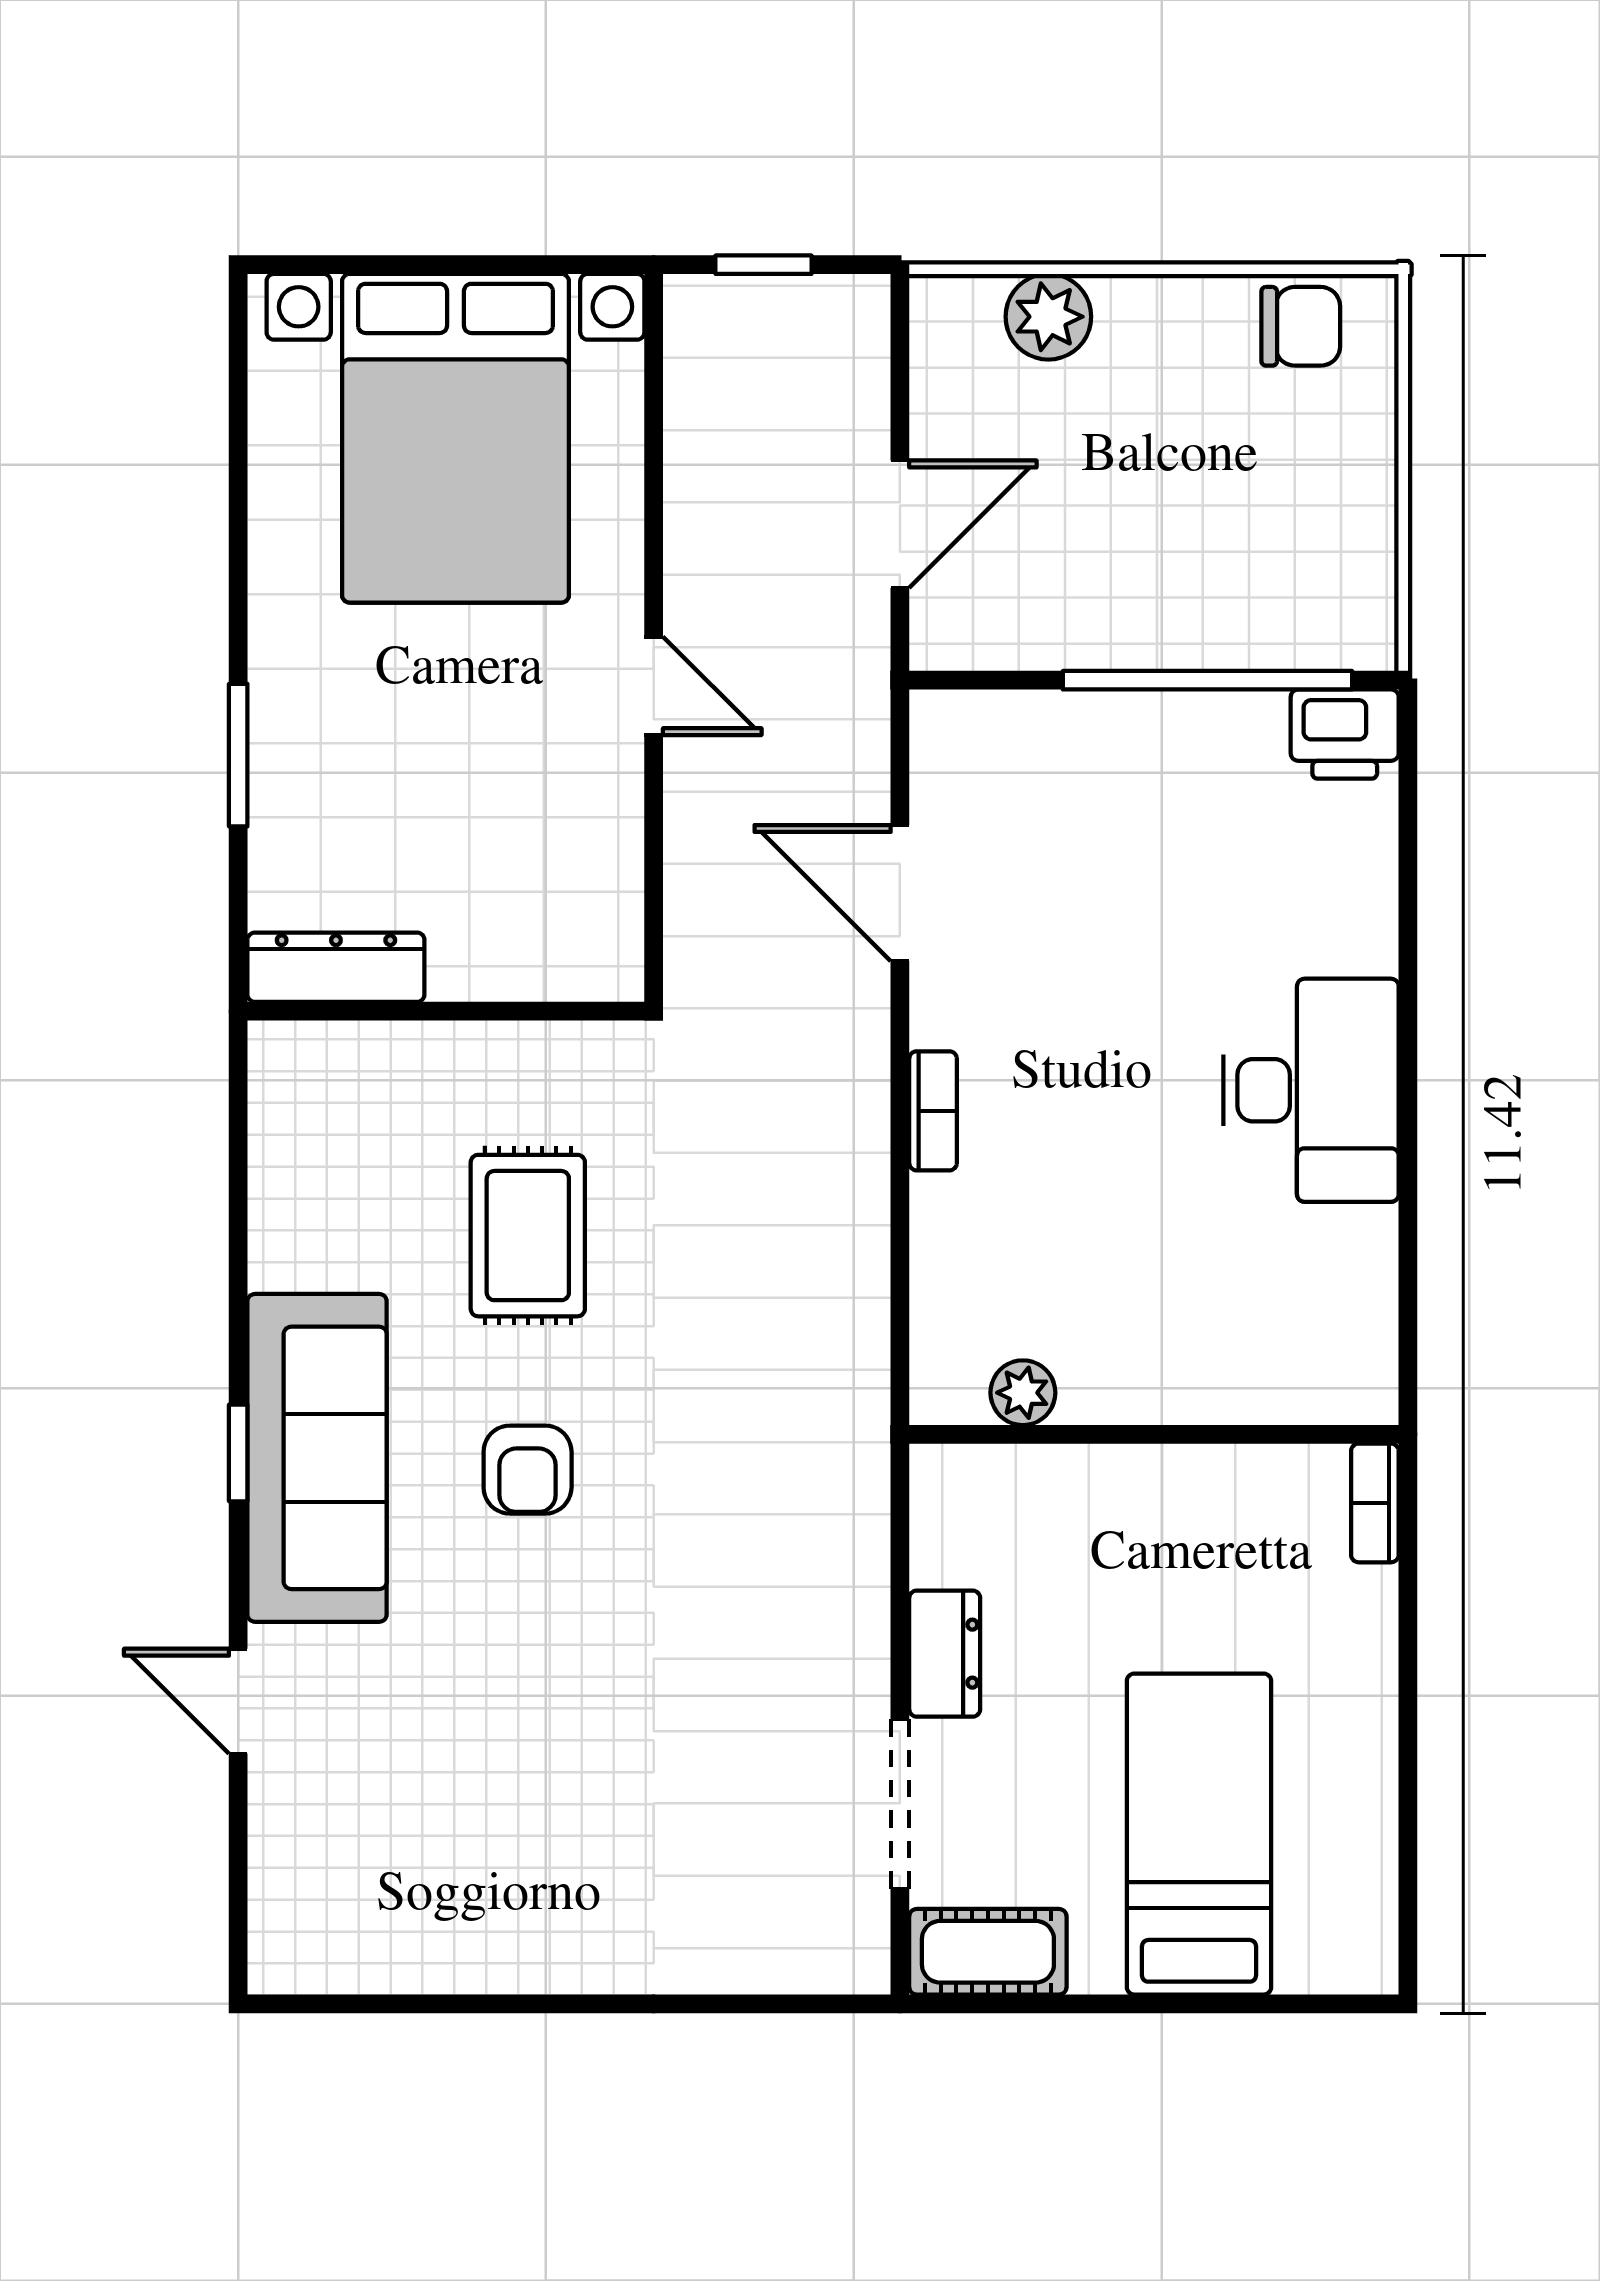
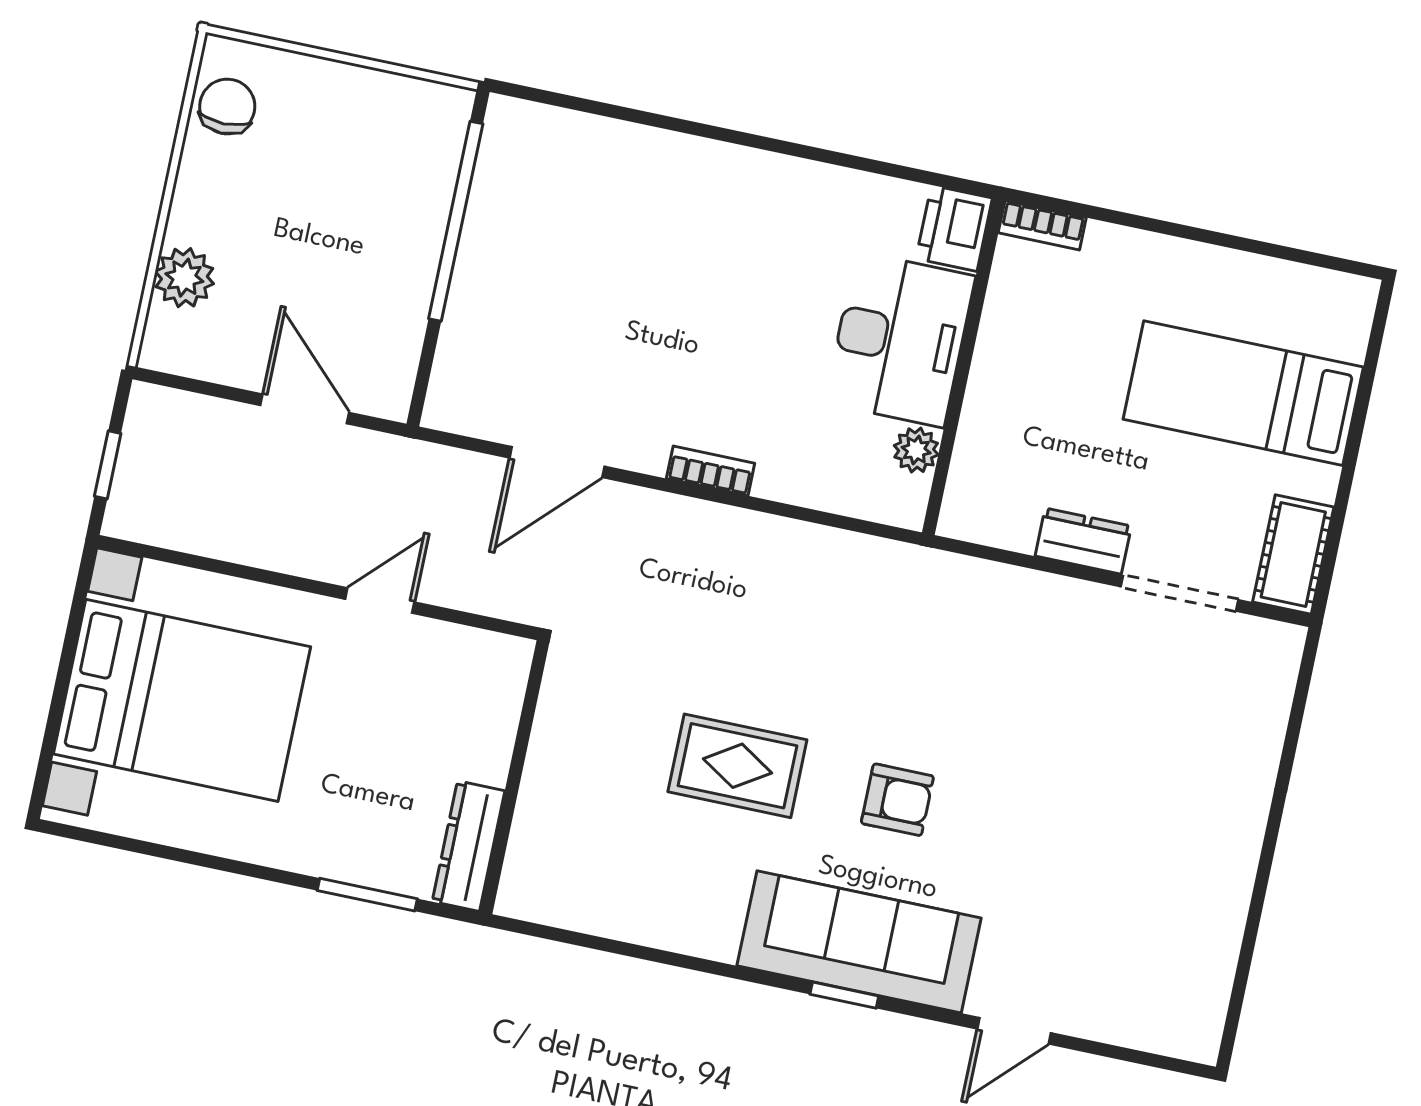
printer: (1345, 734) -> (954, 228), moved, turned 180
dresser: (336, 967) -> (469, 846), moved
wall: (446, 1011) -> (514, 777), moved
desk: (1311, 1090) -> (900, 339), moved, turned 90

